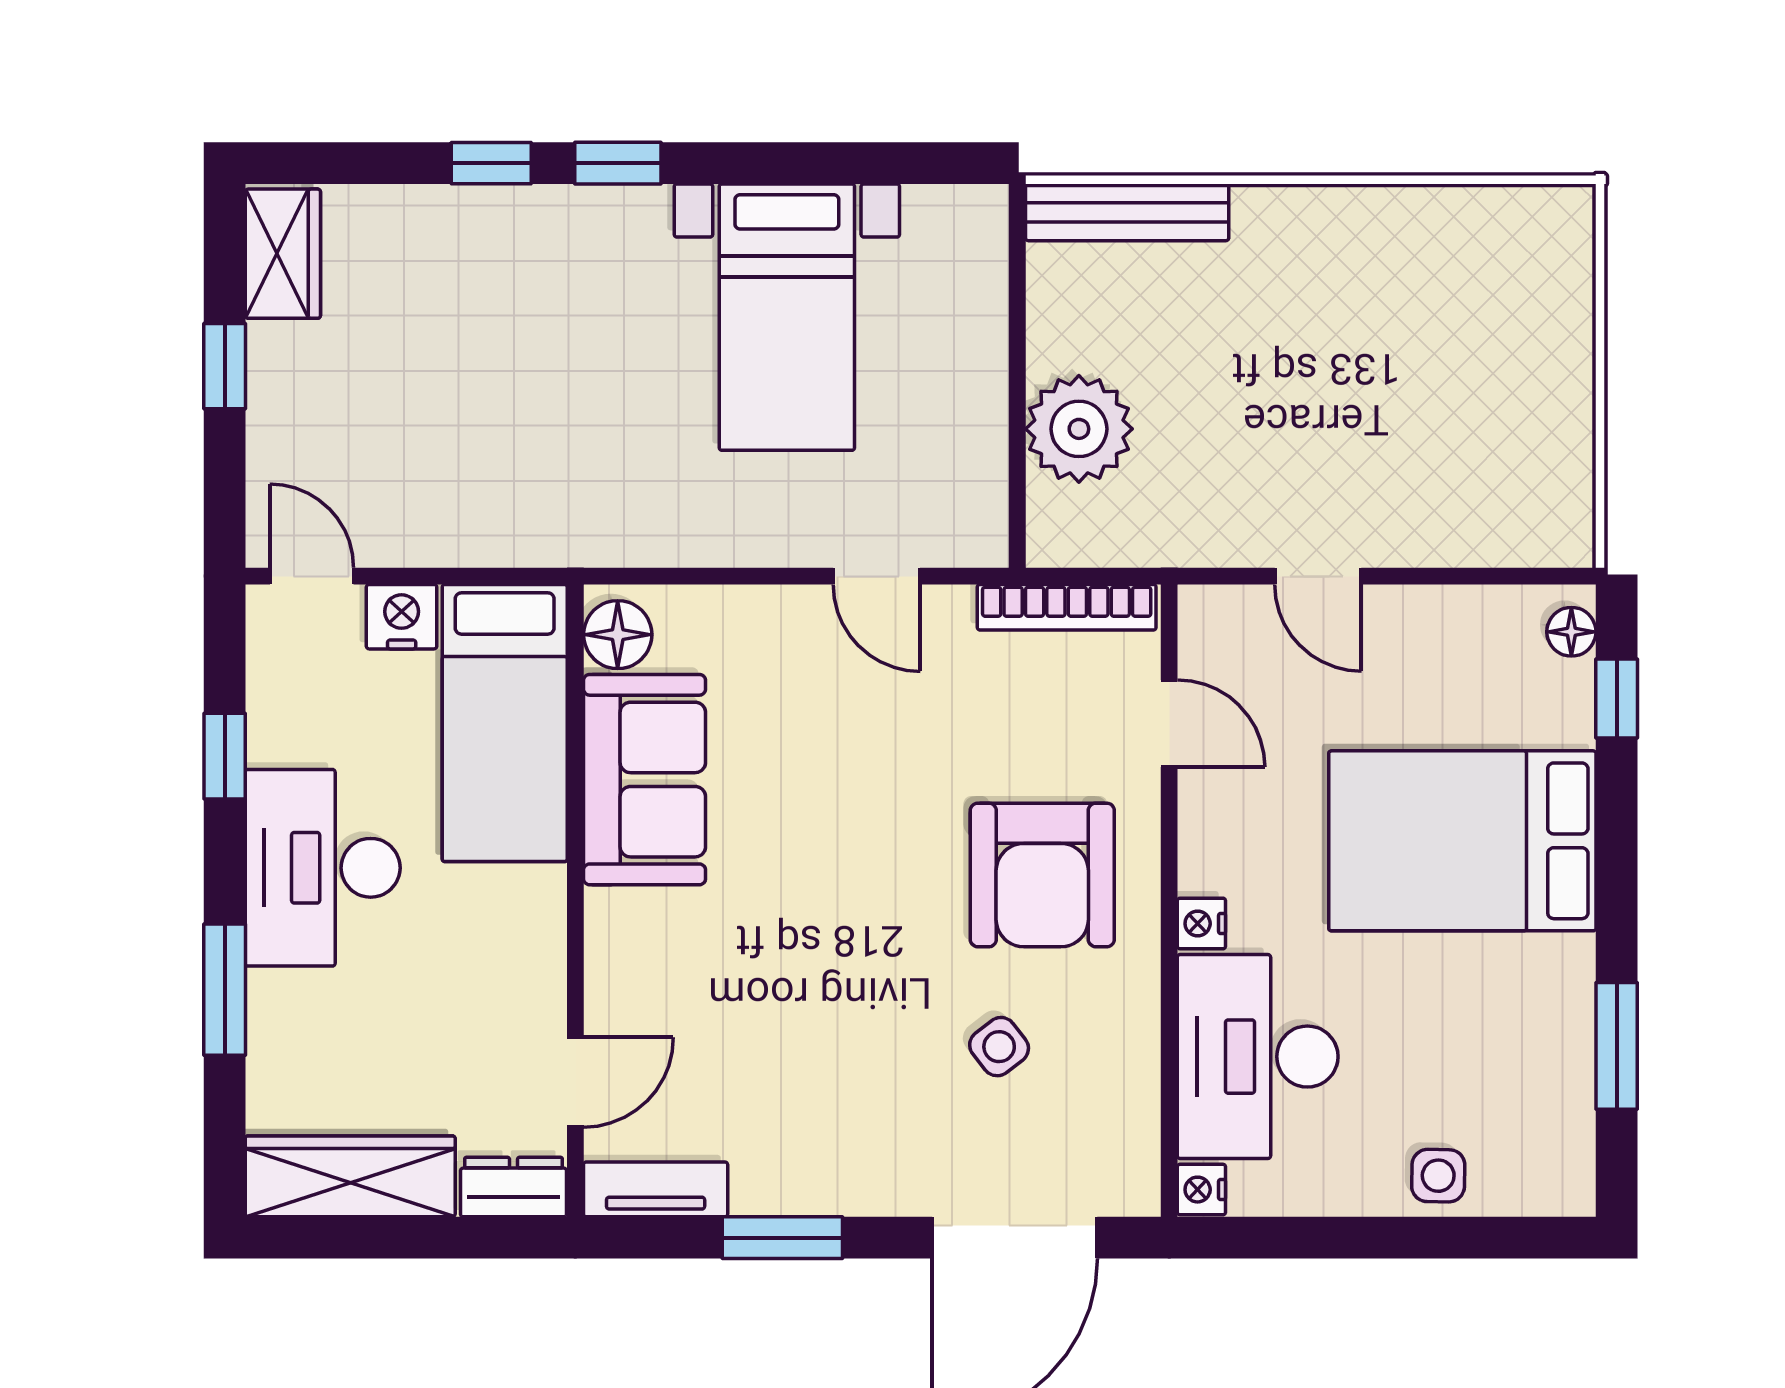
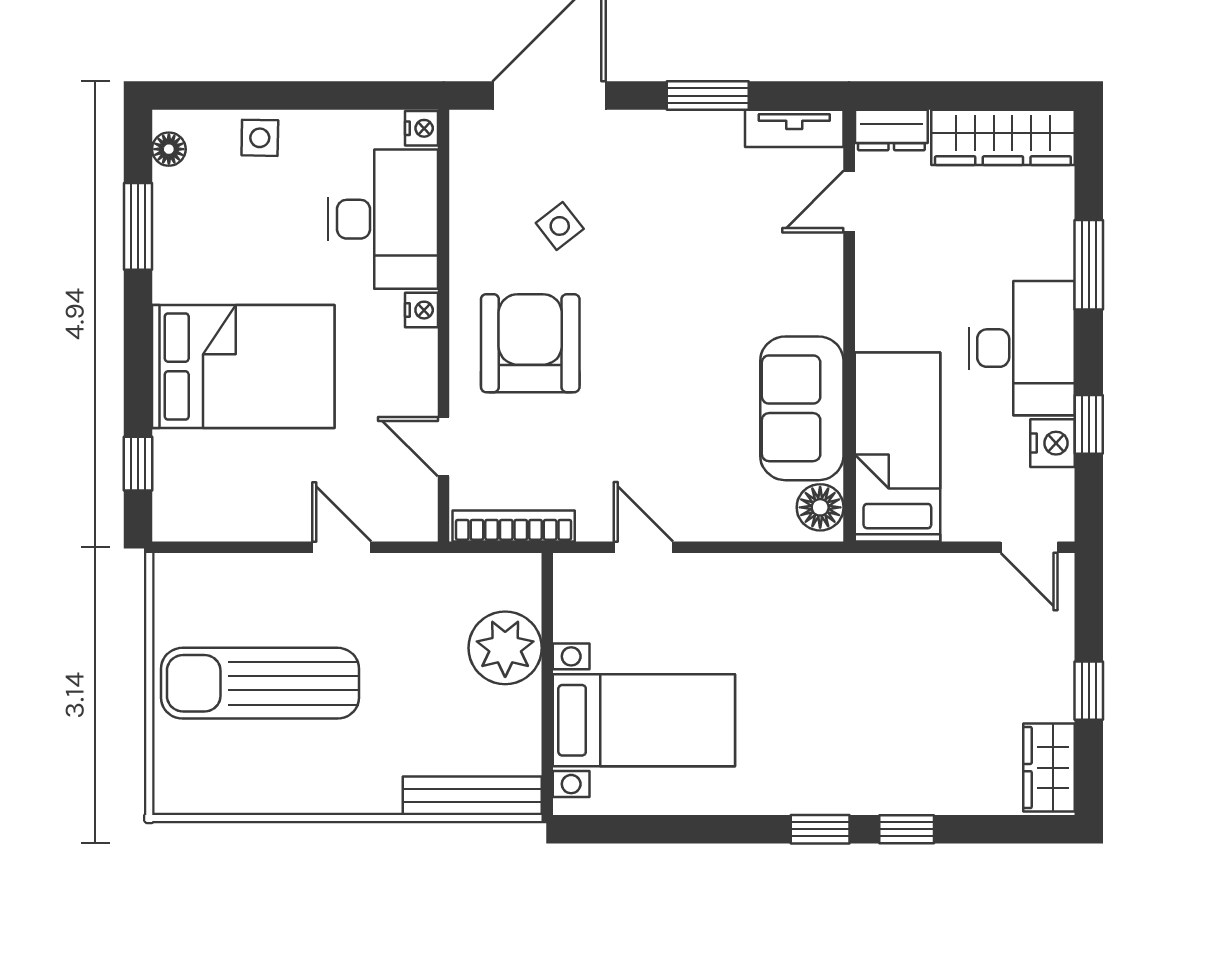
bed with nightstands: (787, 317) -> (644, 720), moved, turned 90
sun lounger: (1438, 377) -> (260, 683), added
nightstand: (402, 617) -> (1052, 443), moved, turned -90
floor lamp: (1571, 632) -> (169, 149), moved

